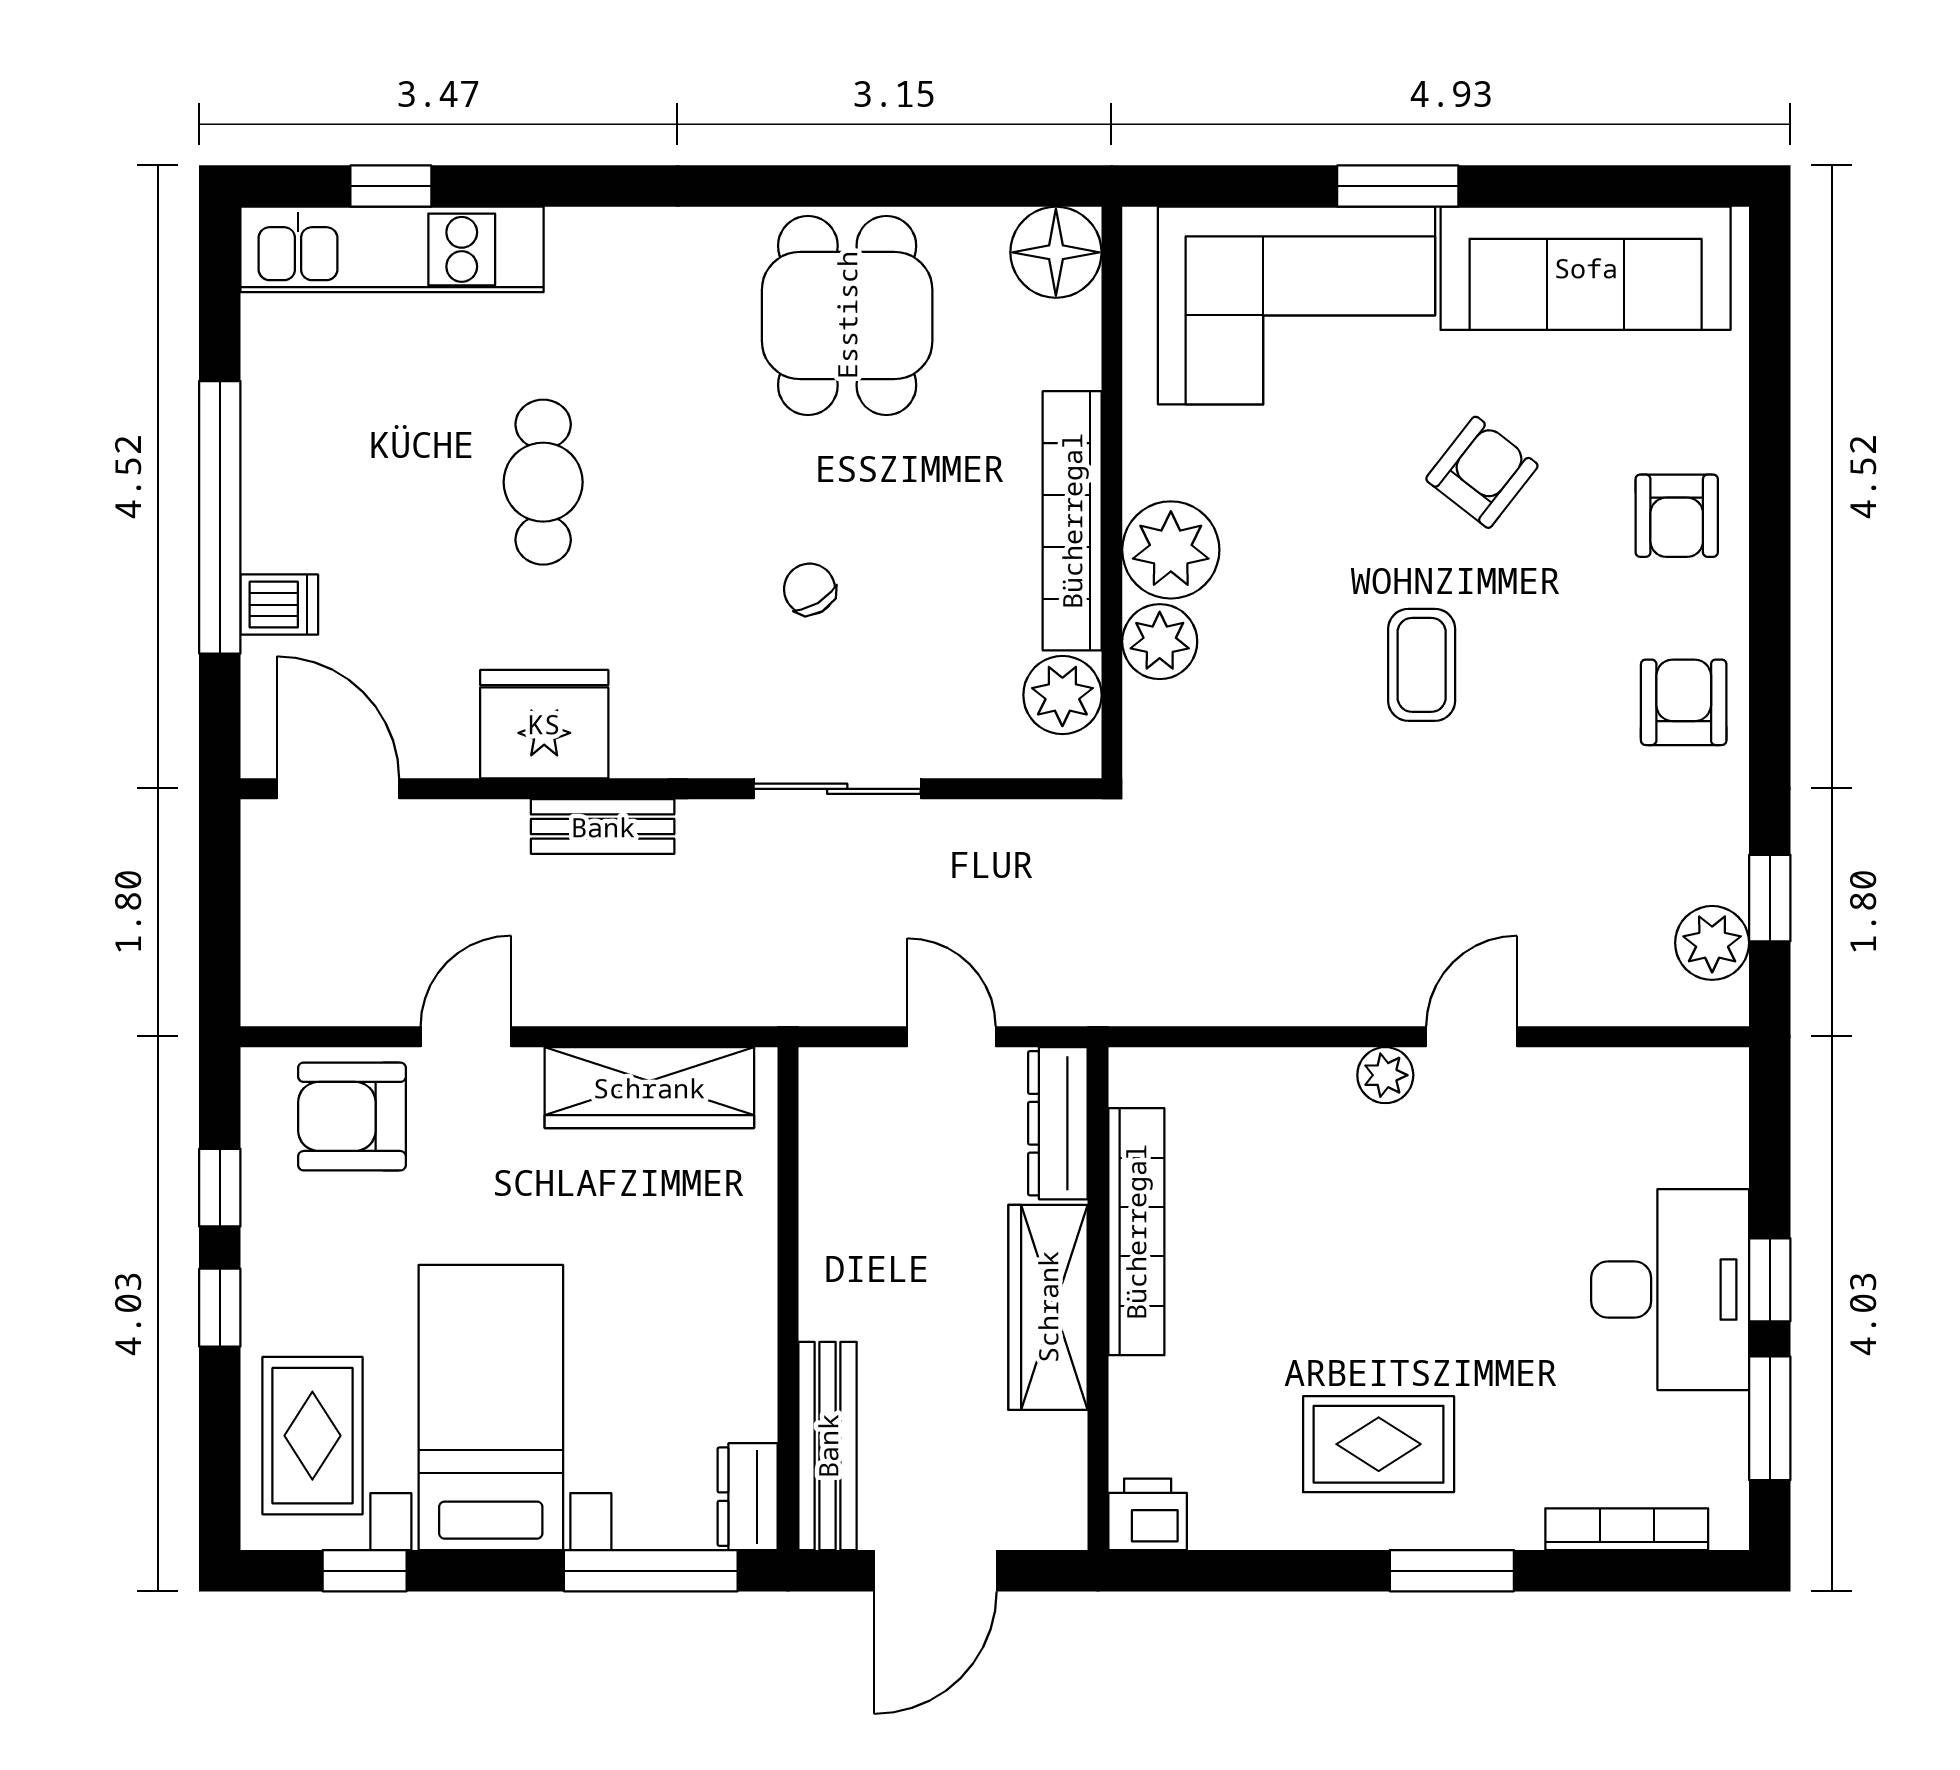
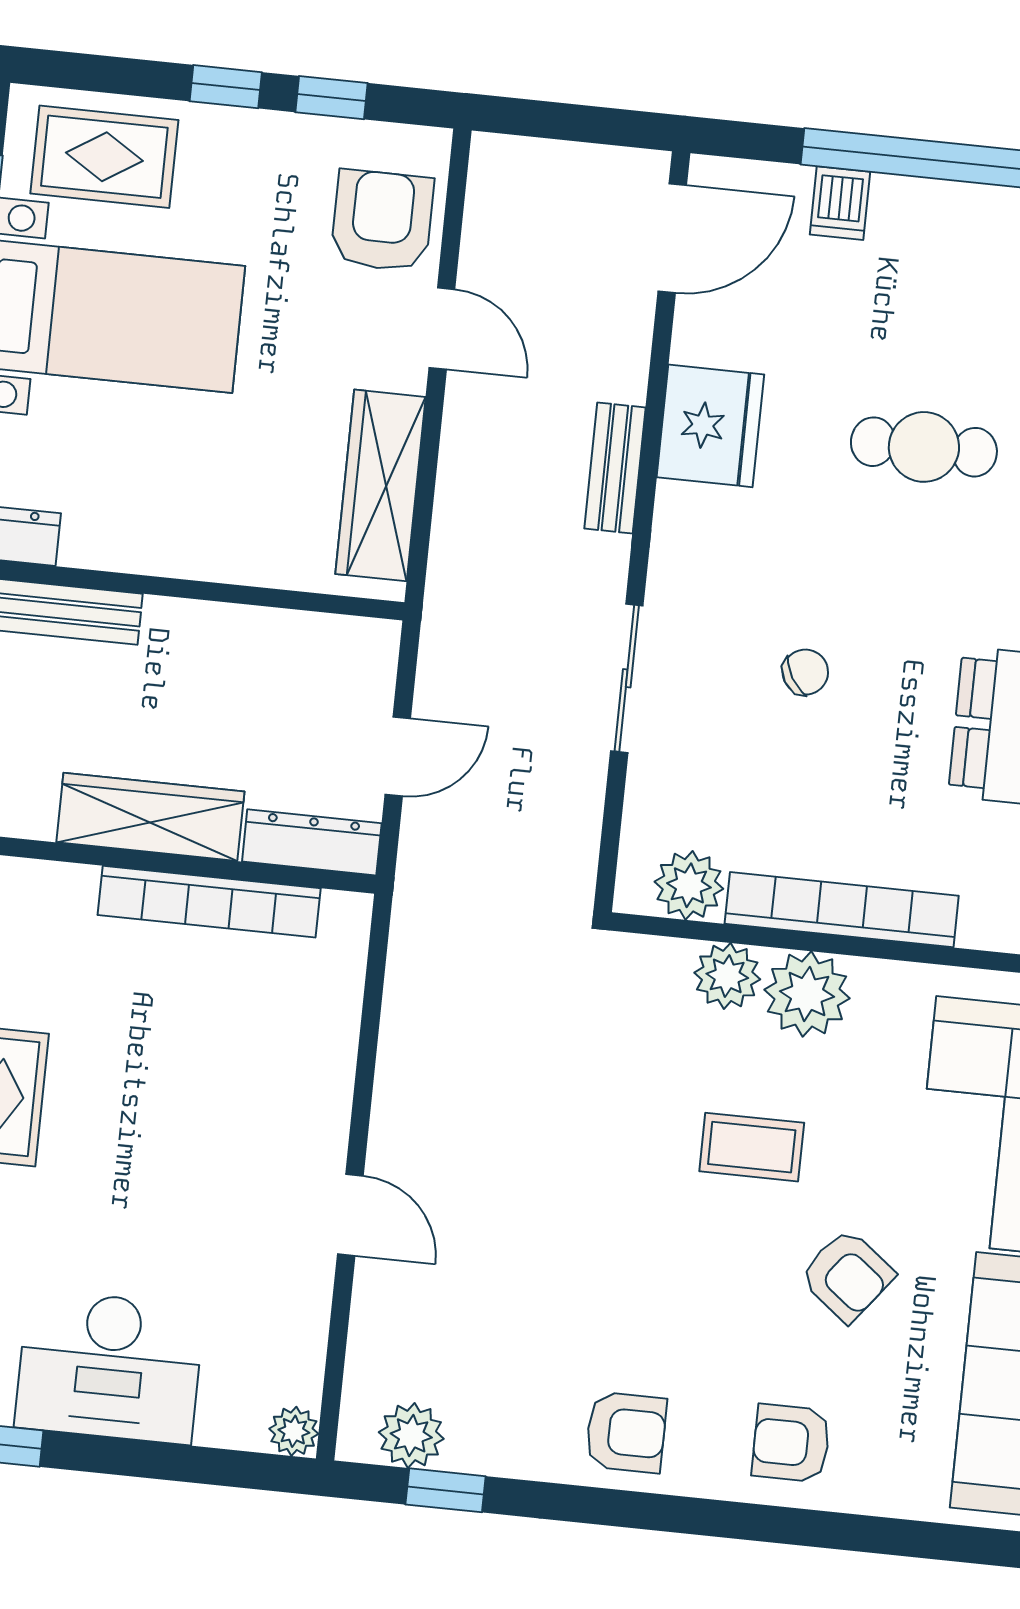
coffee table: (1422, 665) -> (752, 1147), moved
plant: (1385, 1075) -> (294, 1431), moved
window: (1770, 1280) -> (109, 1456), removed

